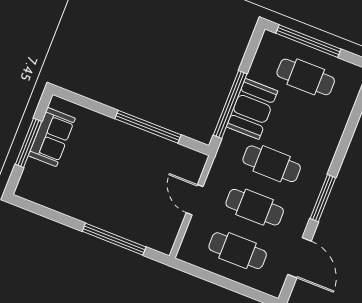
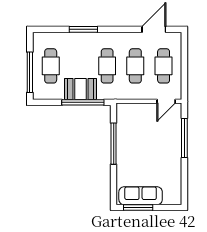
sofa: (52, 137) -> (141, 196), width x1.36
window: (28, 143) -> (138, 208), moved
window: (323, 198) -> (83, 29), moved
door: (195, 200) -> (166, 101), moved

